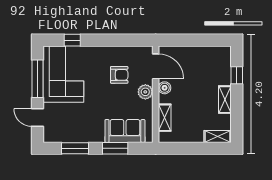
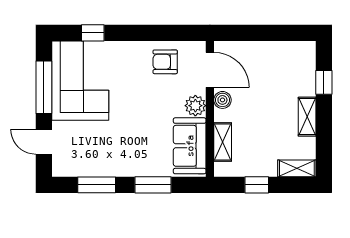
armchair: (119, 75) -> (165, 62), moved, turned 180
sofa: (125, 131) -> (190, 146), moved, turned -90
window: (189, 148) -> (257, 185), added

